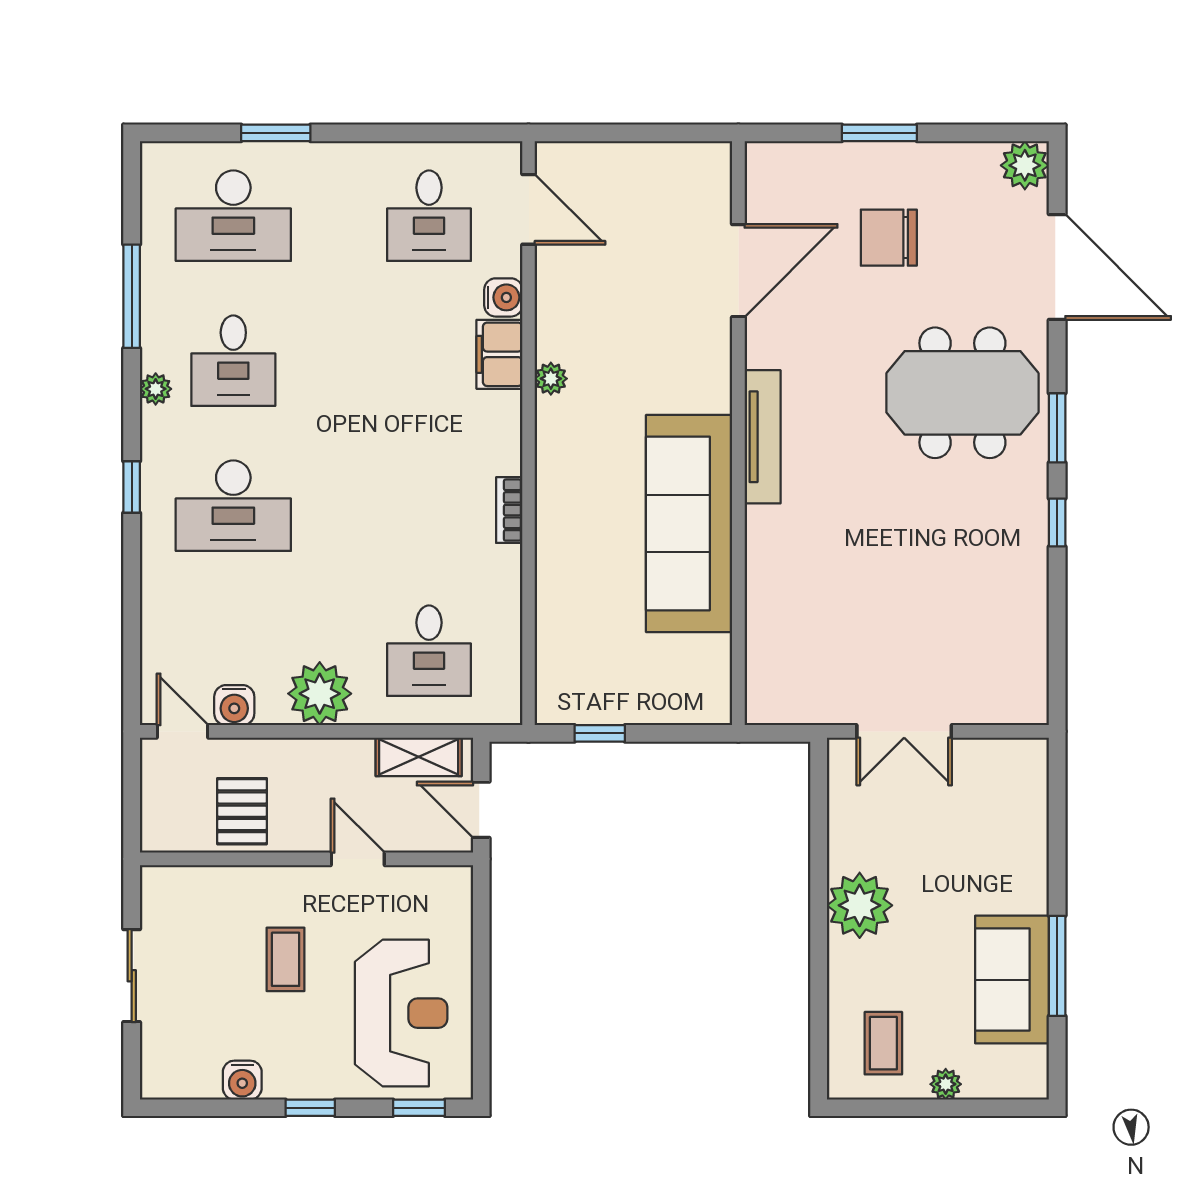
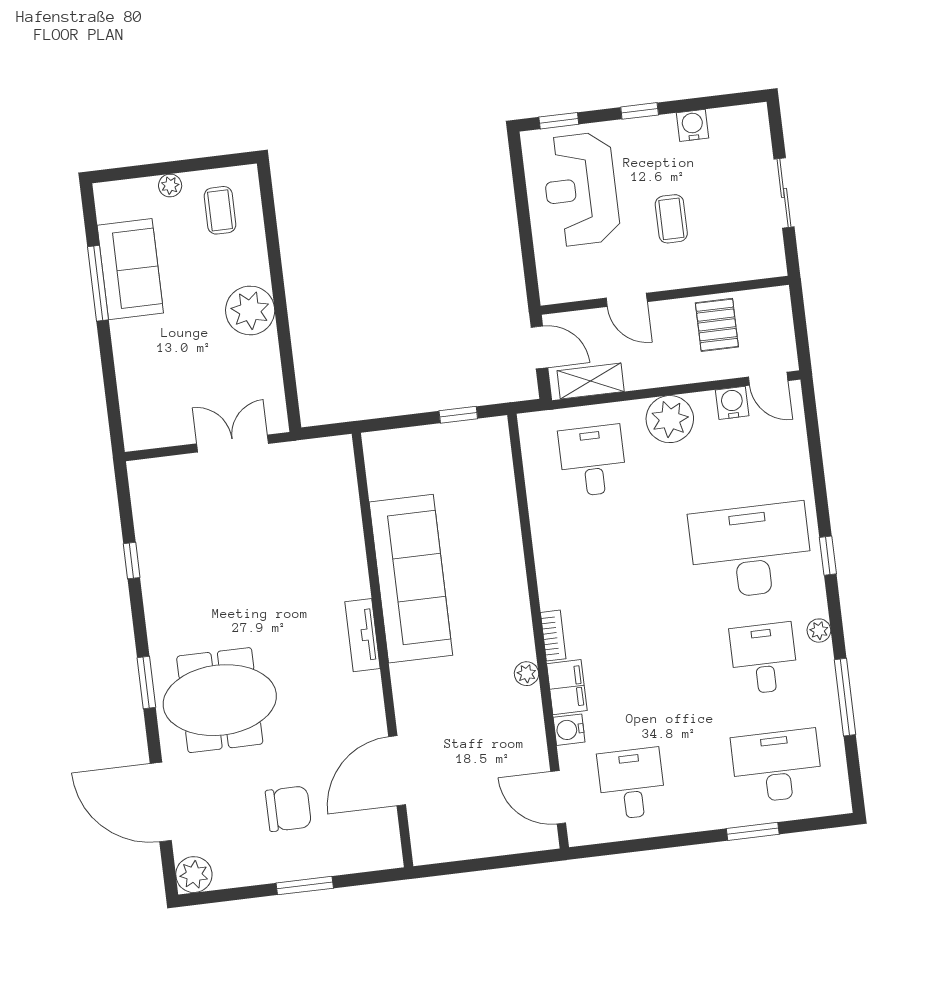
tv unit: (763, 437) -> (362, 635), width x0.71
desk: (233, 506) -> (751, 551), width x1.36, depth x1.30
bookcase: (509, 510) -> (553, 636), moved
window: (1057, 522) -> (132, 561), moved

